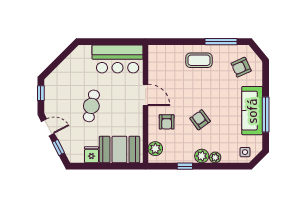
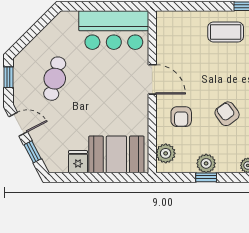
cafe table: (91, 106) -> (55, 79), moved
plant: (202, 156) -> (206, 163), moved

